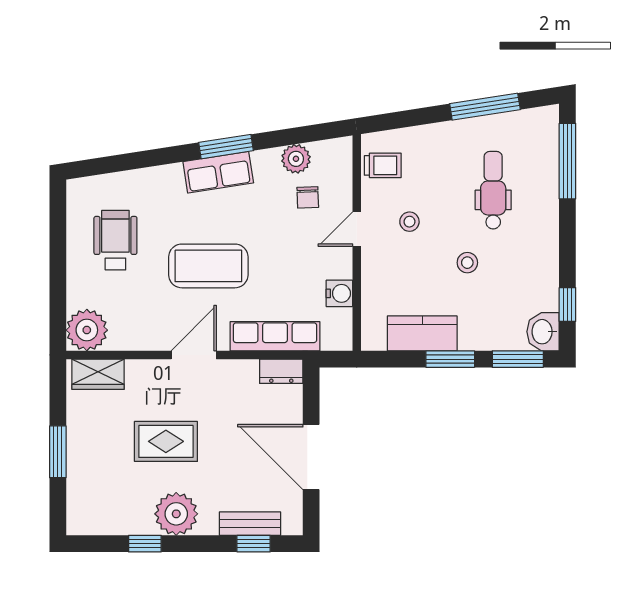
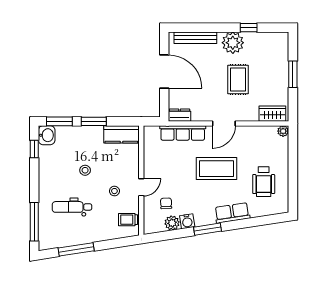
row of seats: (218, 172) -> (232, 213), moved
dental chair: (493, 190) -> (72, 207), turned 90
water cooler: (339, 293) -> (187, 221), moved, turned -99
plant: (87, 330) -> (283, 131), width x0.53, depth x0.53
kitchen counter: (422, 333) -> (121, 134), moved
rug: (166, 441) -> (238, 79), turned 90
bench: (250, 524) -> (195, 38), width x1.36
window: (254, 544) -> (194, 28), removed

